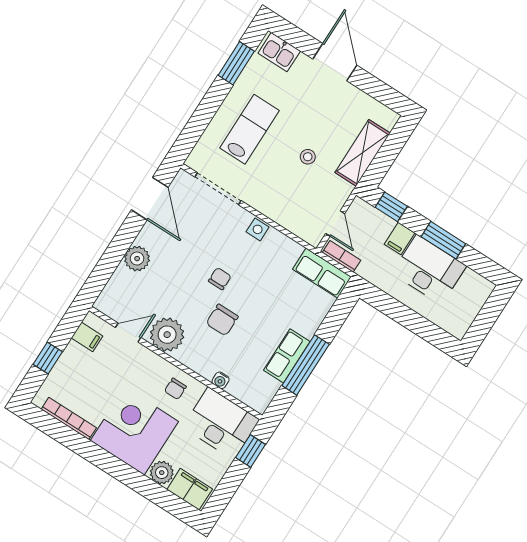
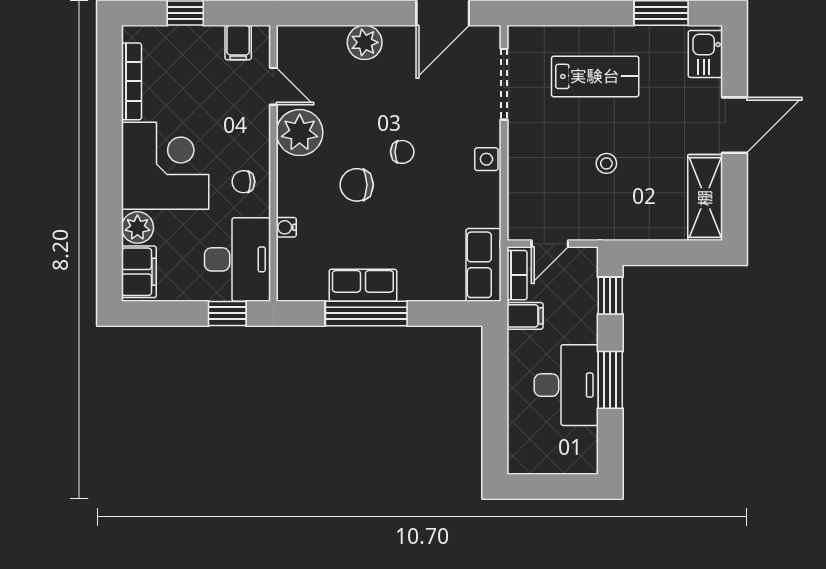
shelving: (363, 153) -> (705, 198), moved, turned 90
filing cabinet: (400, 238) -> (525, 316), moved, turned 180

